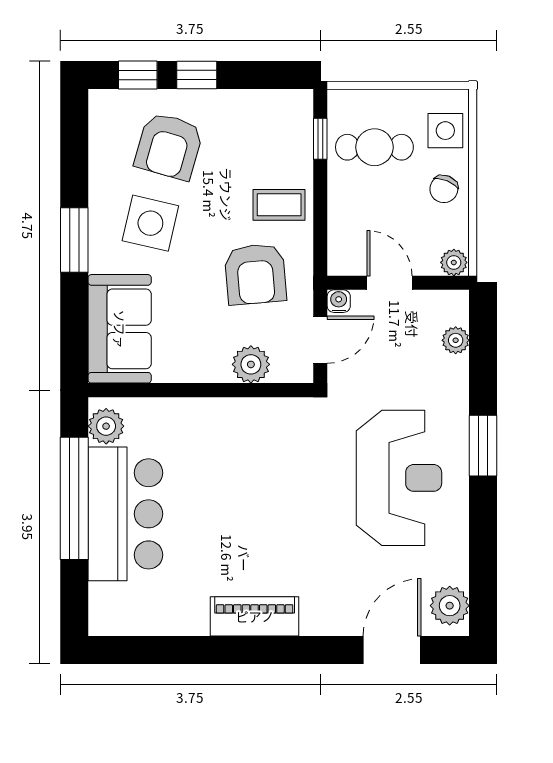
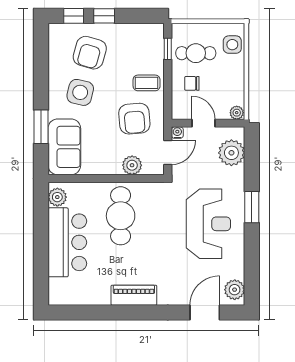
chair: (444, 189) -> (192, 83), moved, turned 68
window: (74, 240) -> (41, 127), moved
plant: (456, 340) -> (231, 153), width x1.88, depth x1.88
cafe table: (229, 462) -> (121, 216), added
window: (74, 498) -> (41, 234), removed

